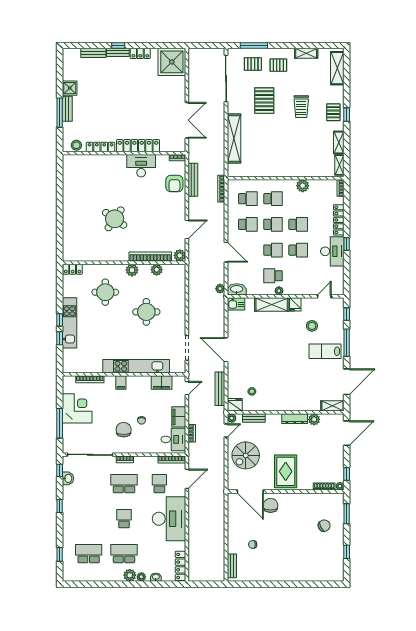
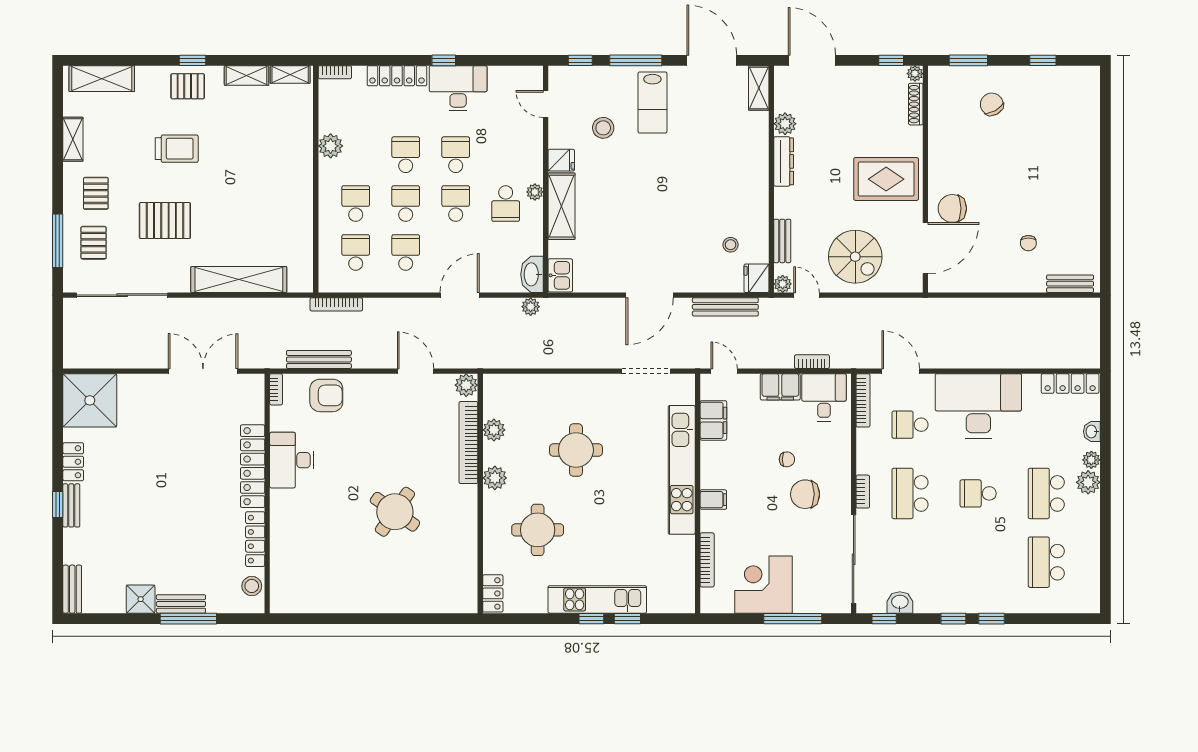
bench: (93, 53) -> (72, 589), moved
window: (60, 554) -> (992, 619), moved

